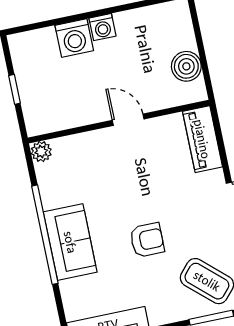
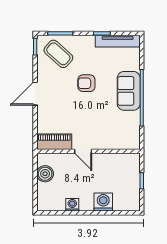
washing machine: (102, 27) -> (72, 205), moved
piano: (202, 139) -> (54, 142), moved, turned -90
plant: (41, 152) -> (134, 144), removed

